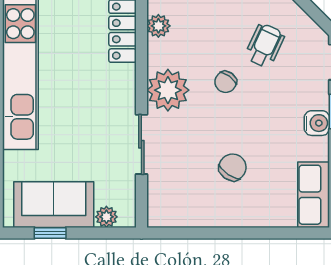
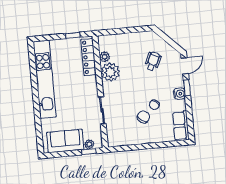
chair: (226, 82) -> (154, 105), moved
plant: (168, 90) -> (110, 72), moved
window: (50, 233) -> (89, 152), moved

